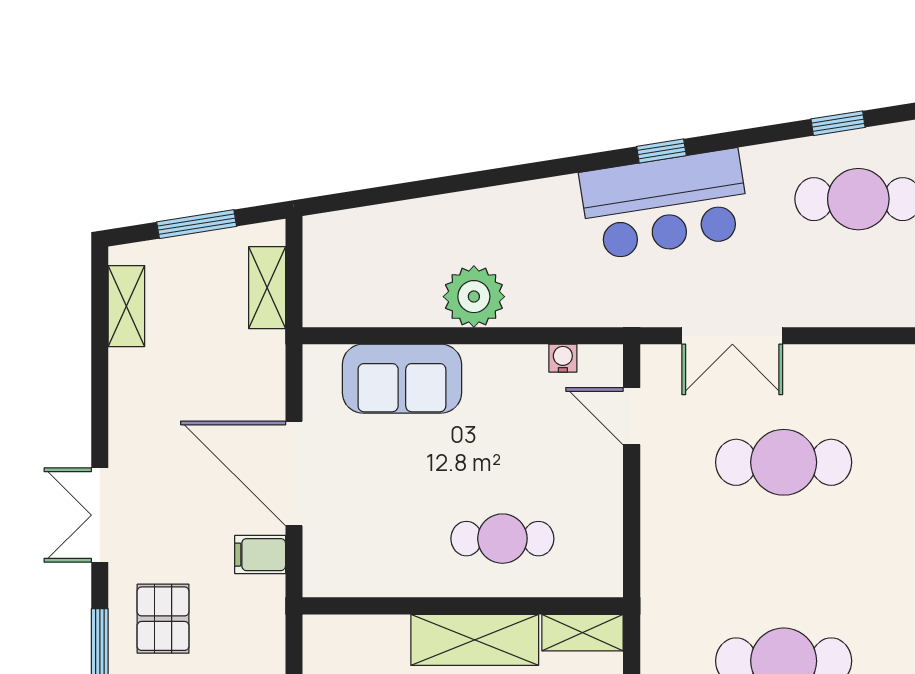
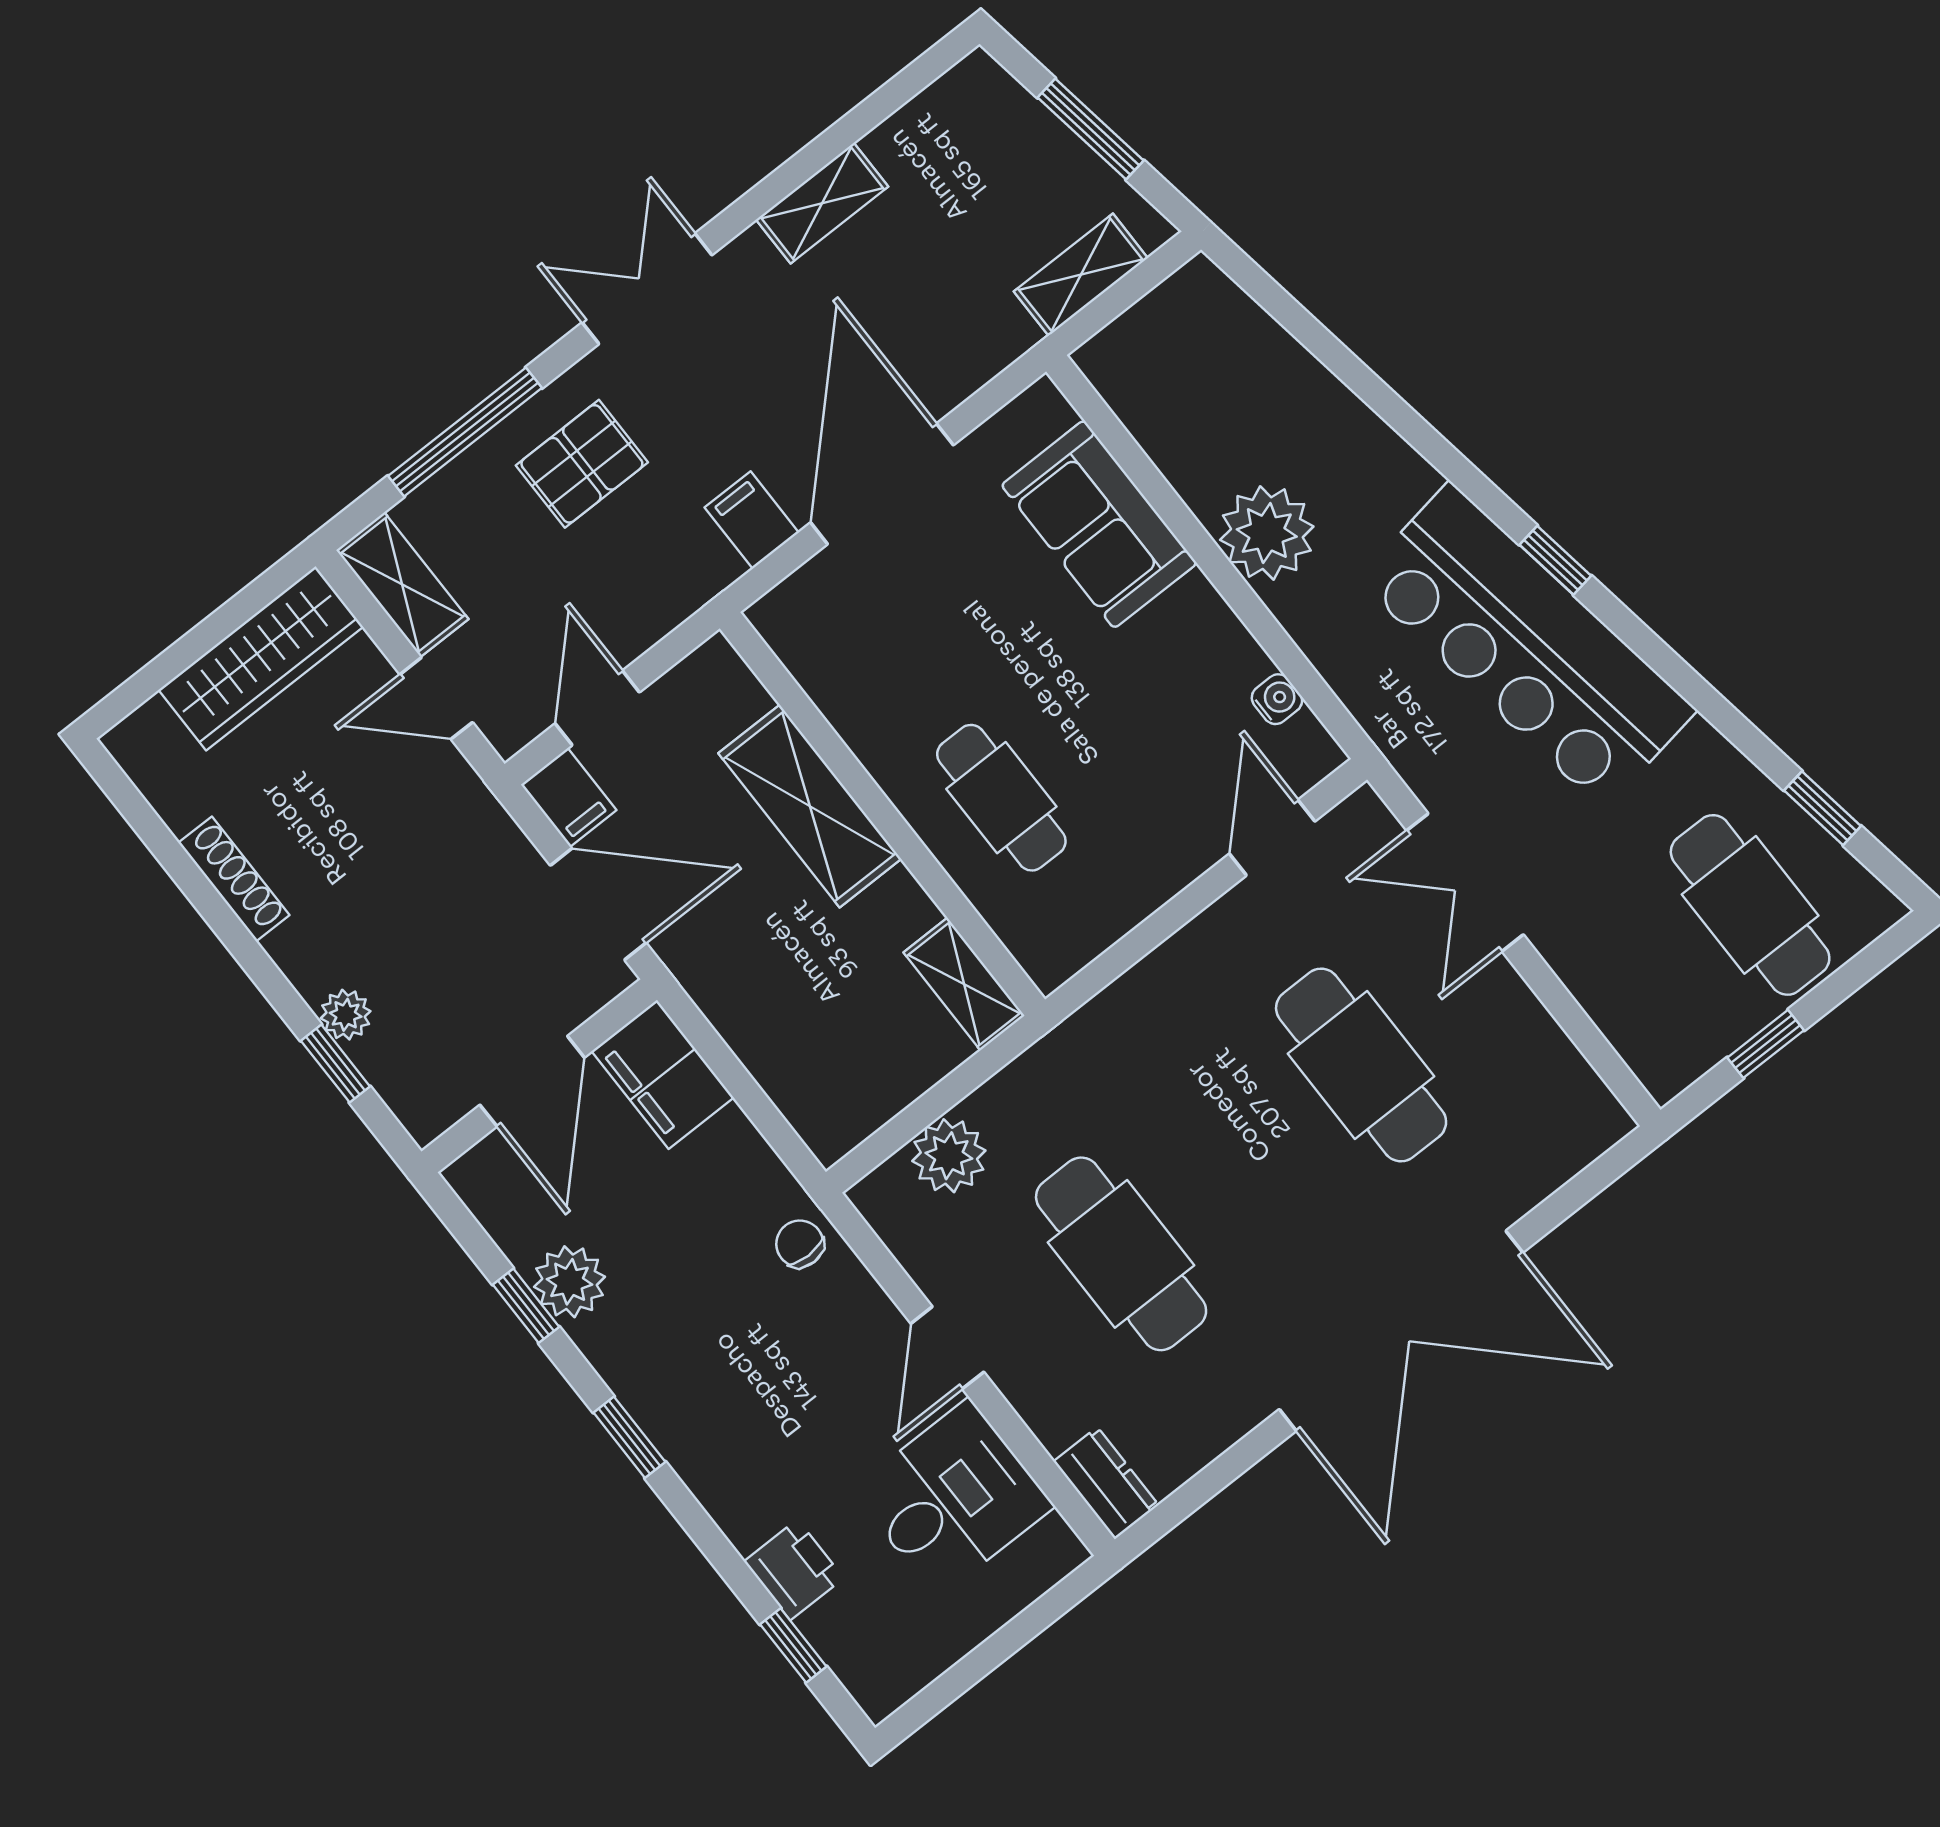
window: (661, 151) -> (1555, 560), moved
bar counter: (665, 204) -> (1527, 646), width x1.36
shelving: (126, 306) -> (822, 203), moved
shelving: (475, 640) -> (810, 806), moved

